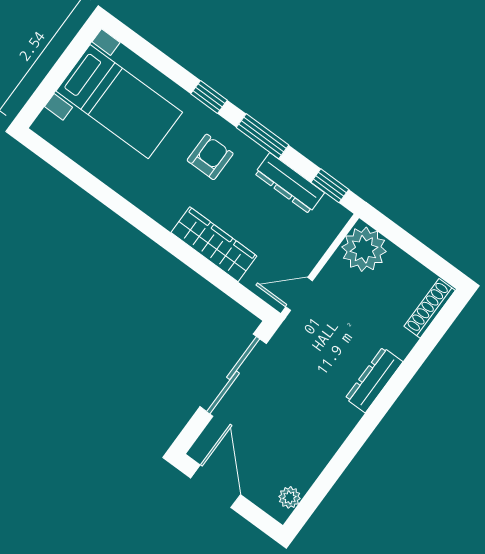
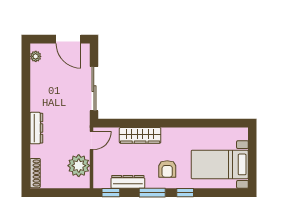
plant: (364, 249) -> (79, 166), moved

